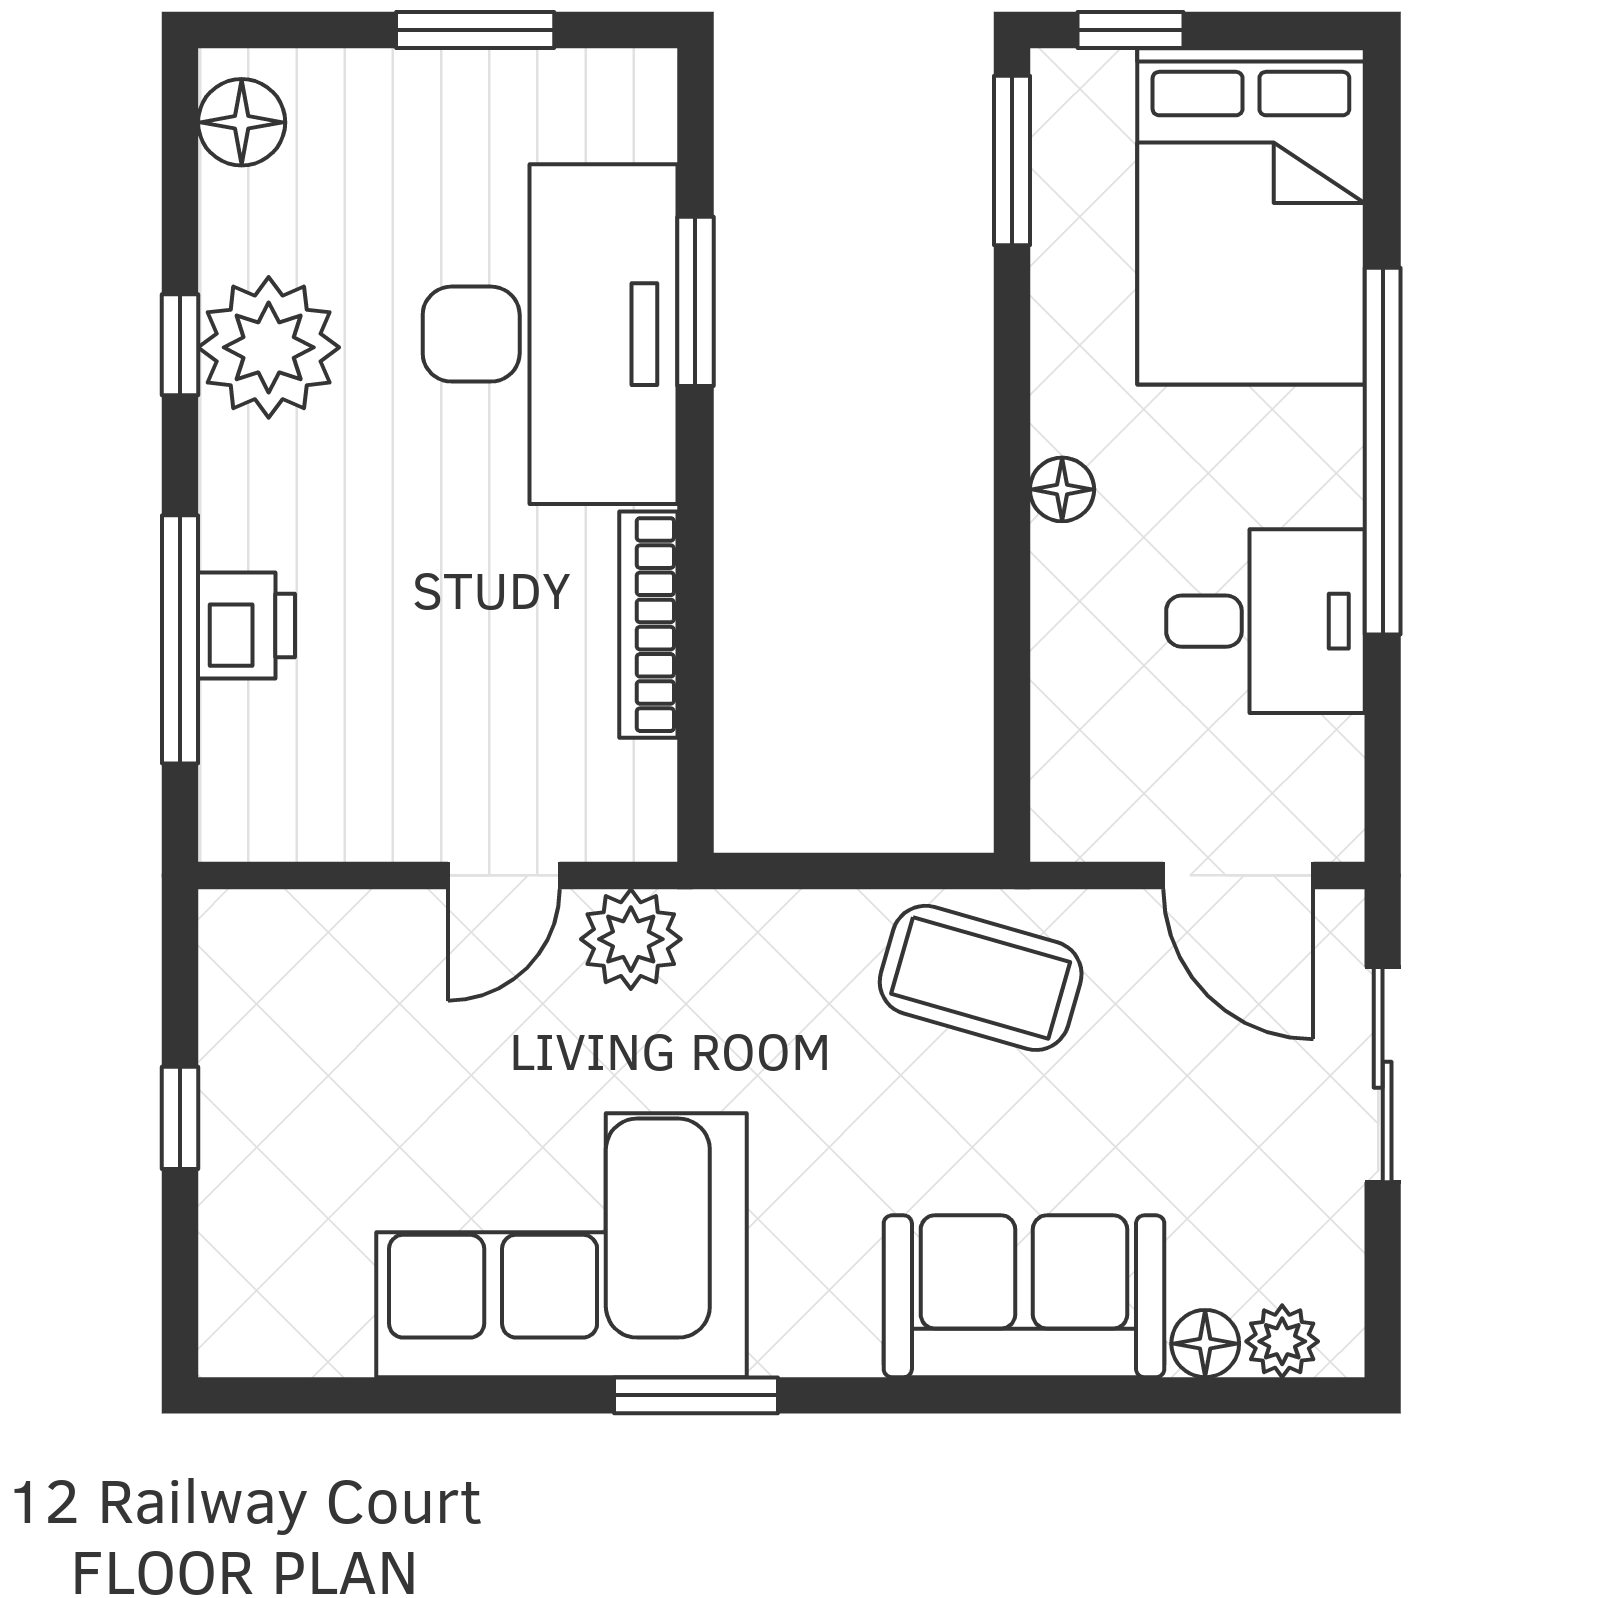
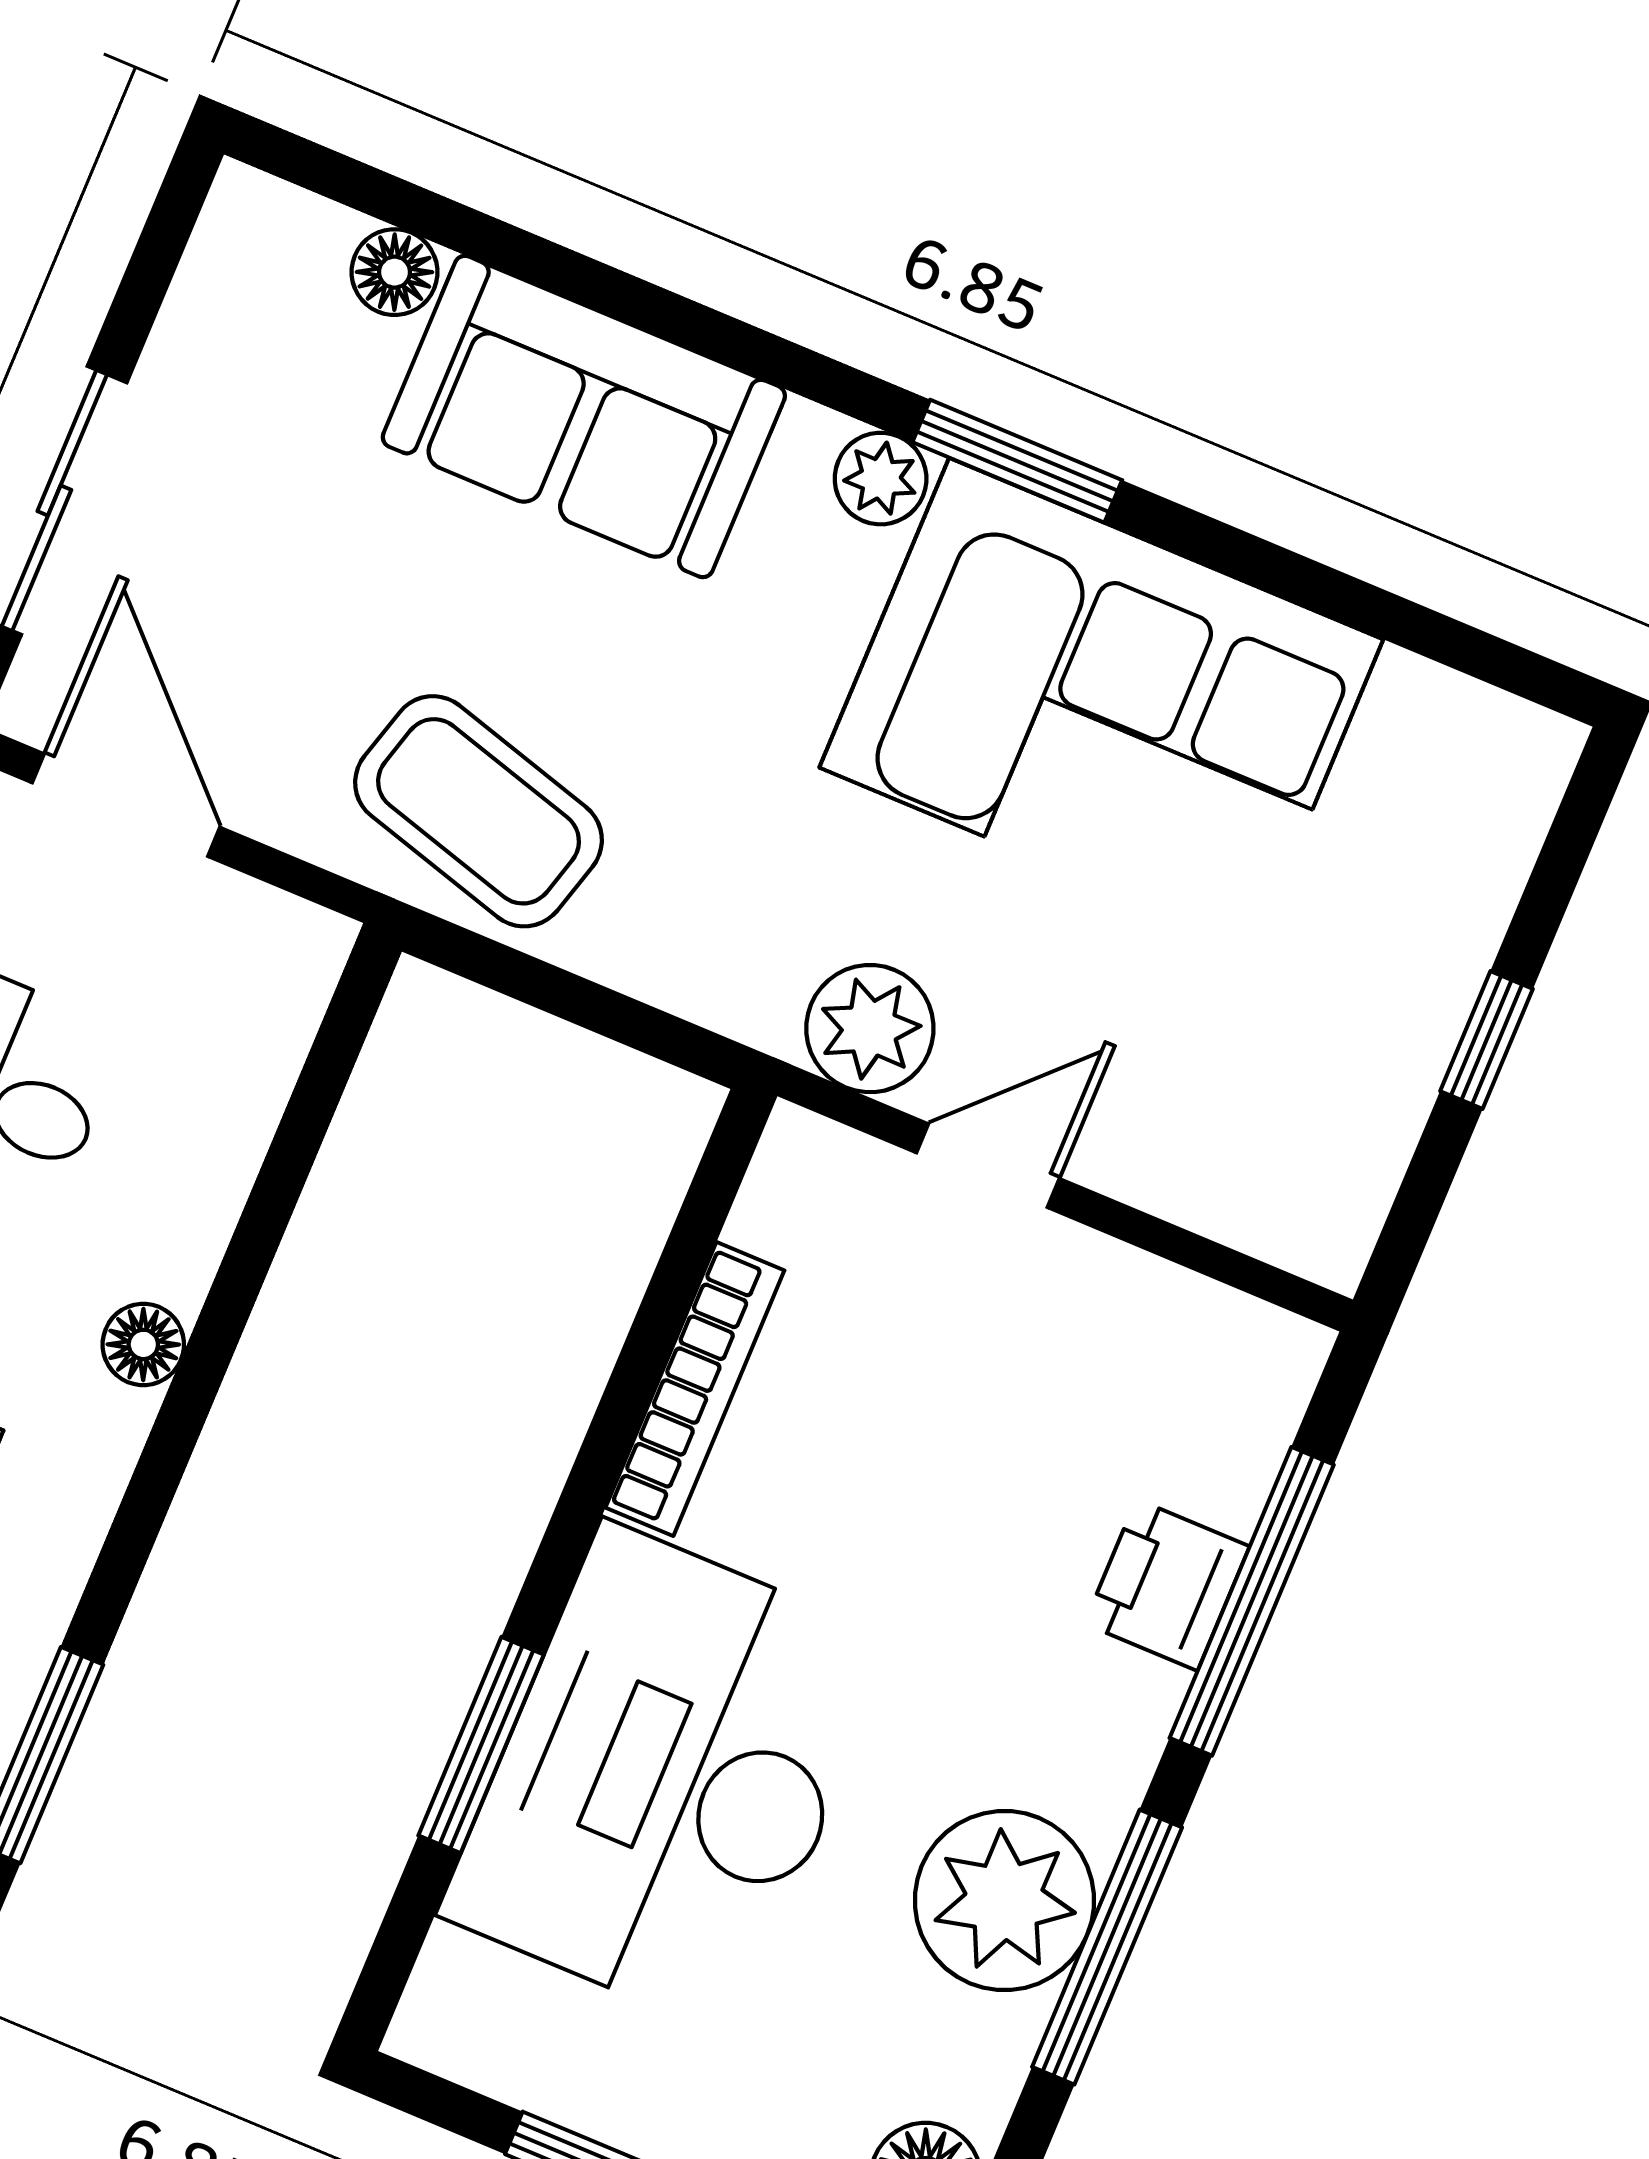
window: (180, 345) -> (1107, 1947), width x2.17
plant: (1282, 1341) -> (881, 479), moved

